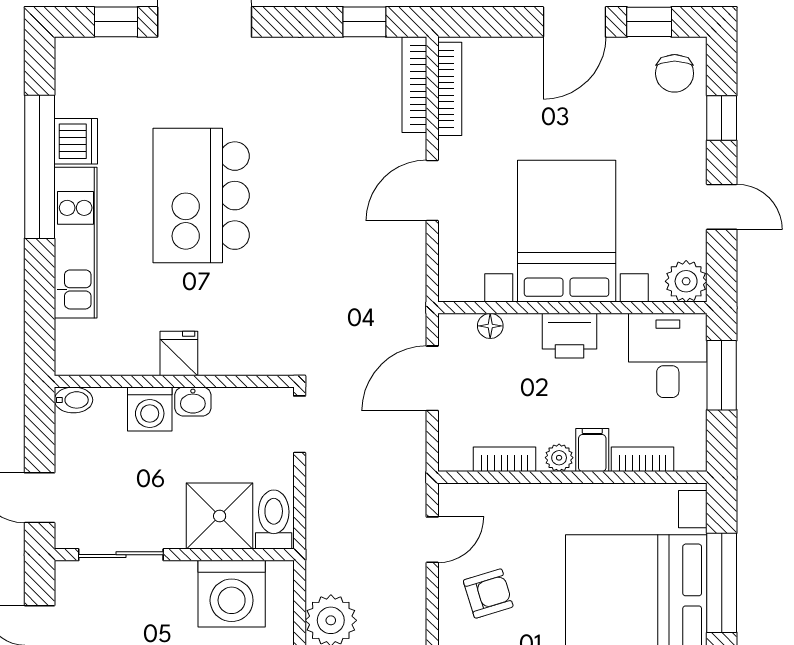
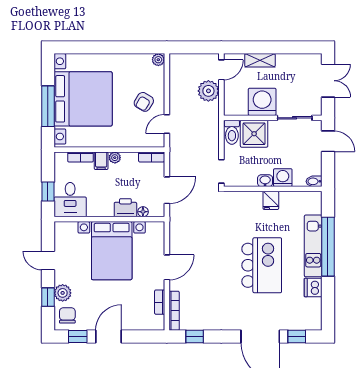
bookcase: (450, 89) -> (160, 302), width x0.64
window: (40, 167) -> (328, 247), moved
plant: (686, 281) -> (63, 293), moved
printer: (569, 336) -> (125, 208), moved
window: (722, 375) -> (48, 192), width x0.67
bookcase: (504, 459) -> (151, 157), moved
armchair: (488, 593) -> (144, 102), turned -42
washing machine: (232, 594) -> (262, 102), moved

